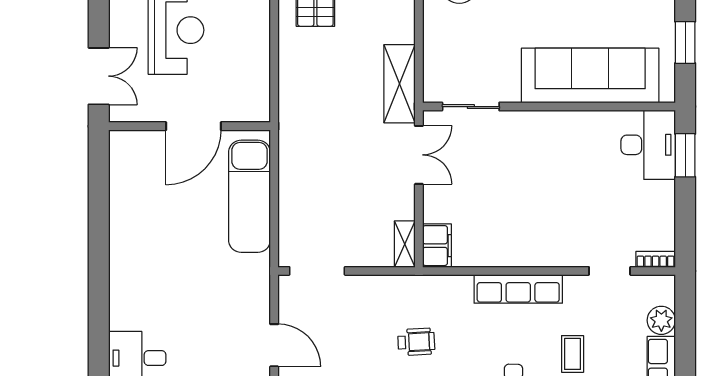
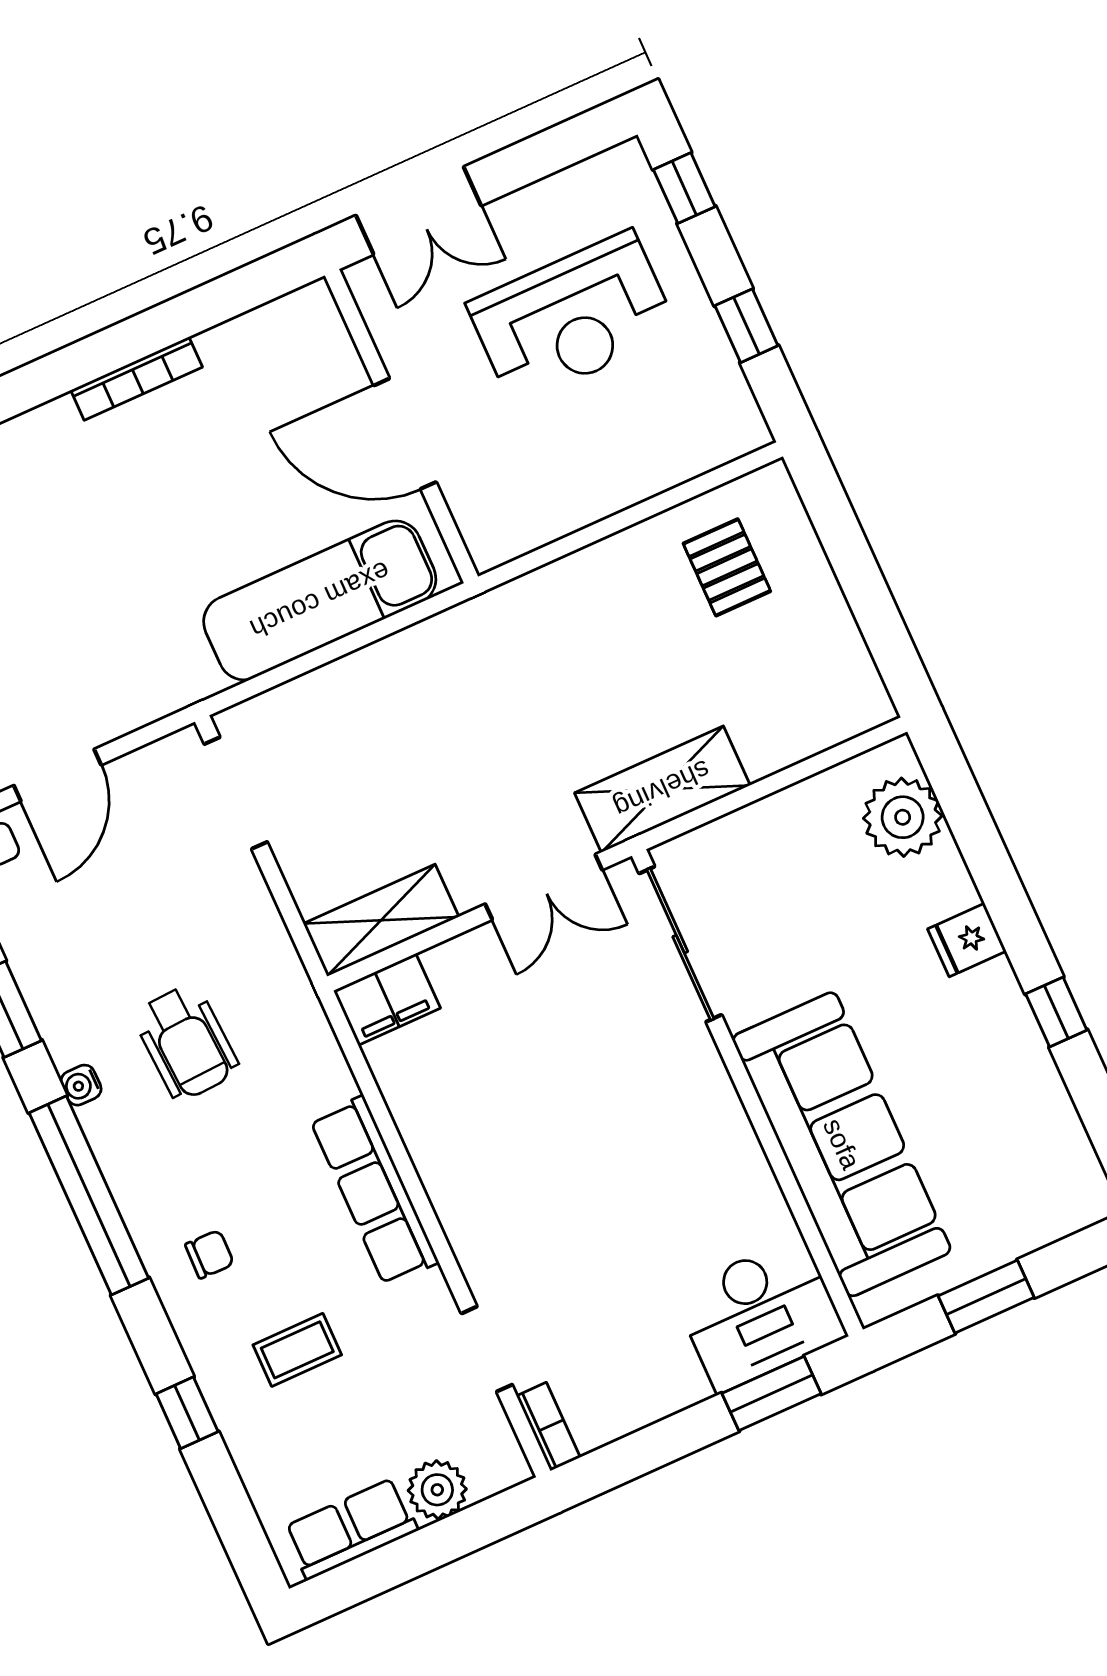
sliding door: (471, 107) -> (680, 944), width x1.37
bookcase: (116, 233) -> (137, 379), added
shelving: (405, 244) -> (381, 920), width x1.50, depth x1.33
wheelchair: (416, 342) -> (186, 1042), width x1.36, depth x1.37

